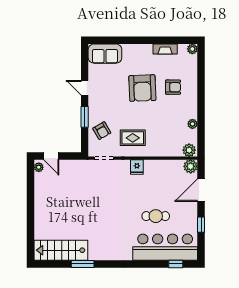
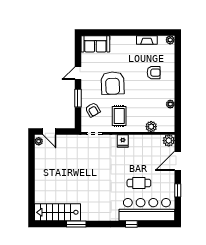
door: (85, 88) -> (78, 73), hinge flipped
armchair: (142, 88) -> (113, 83), moved
rug: (133, 138) -> (119, 116), turned 90
plant: (189, 150) -> (151, 127), moved
window: (176, 264) -> (131, 224), moved

